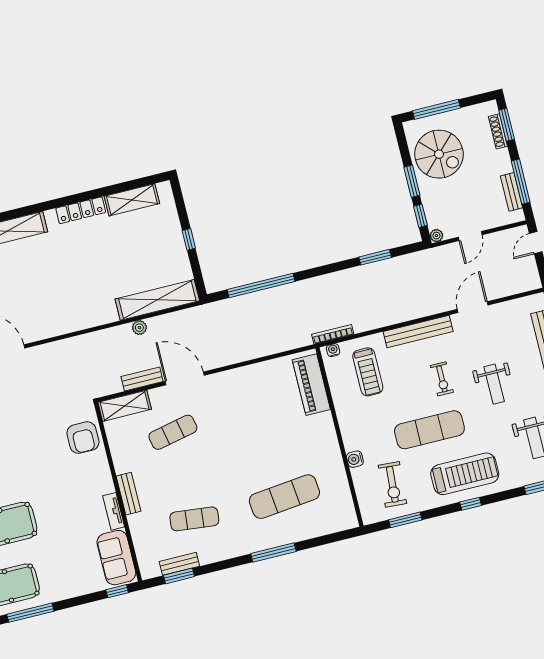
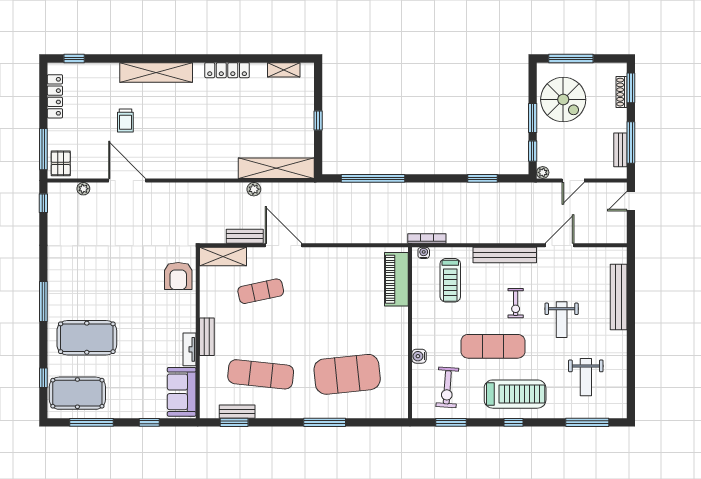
shelving: (132, 200) -> (284, 70), width x0.67, depth x0.75
exercise mat: (284, 497) -> (347, 374), width x1.47
exercise mat: (194, 519) -> (261, 374), width x1.36, depth x1.45
window: (117, 591) -> (149, 422), moved

